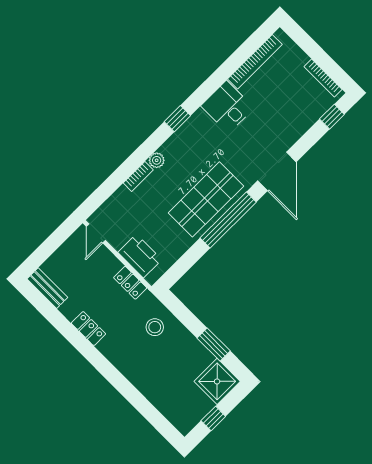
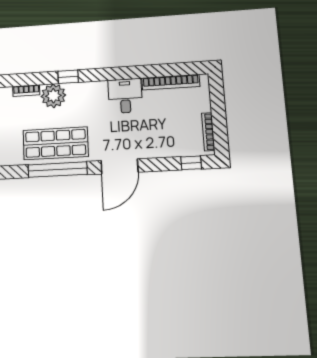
window: (177, 119) -> (68, 77), moved
plant: (157, 160) -> (53, 96), width x1.88, depth x1.88

